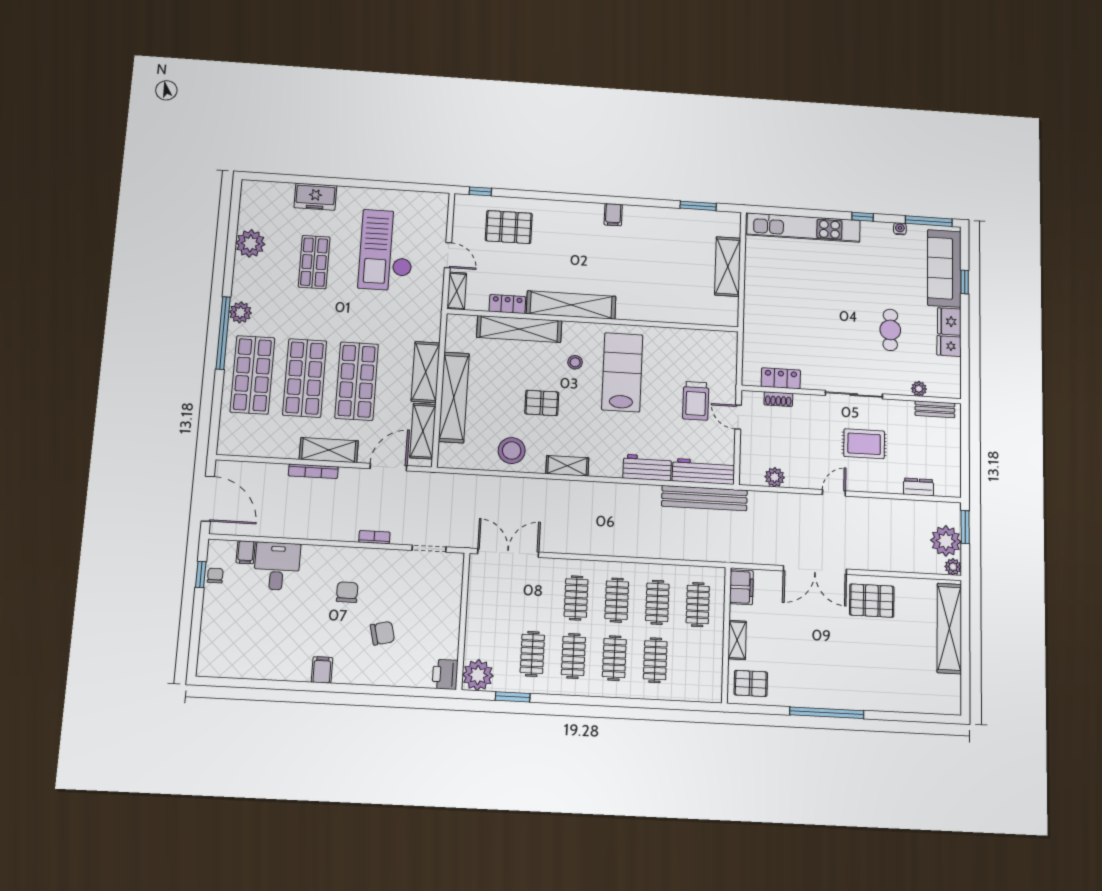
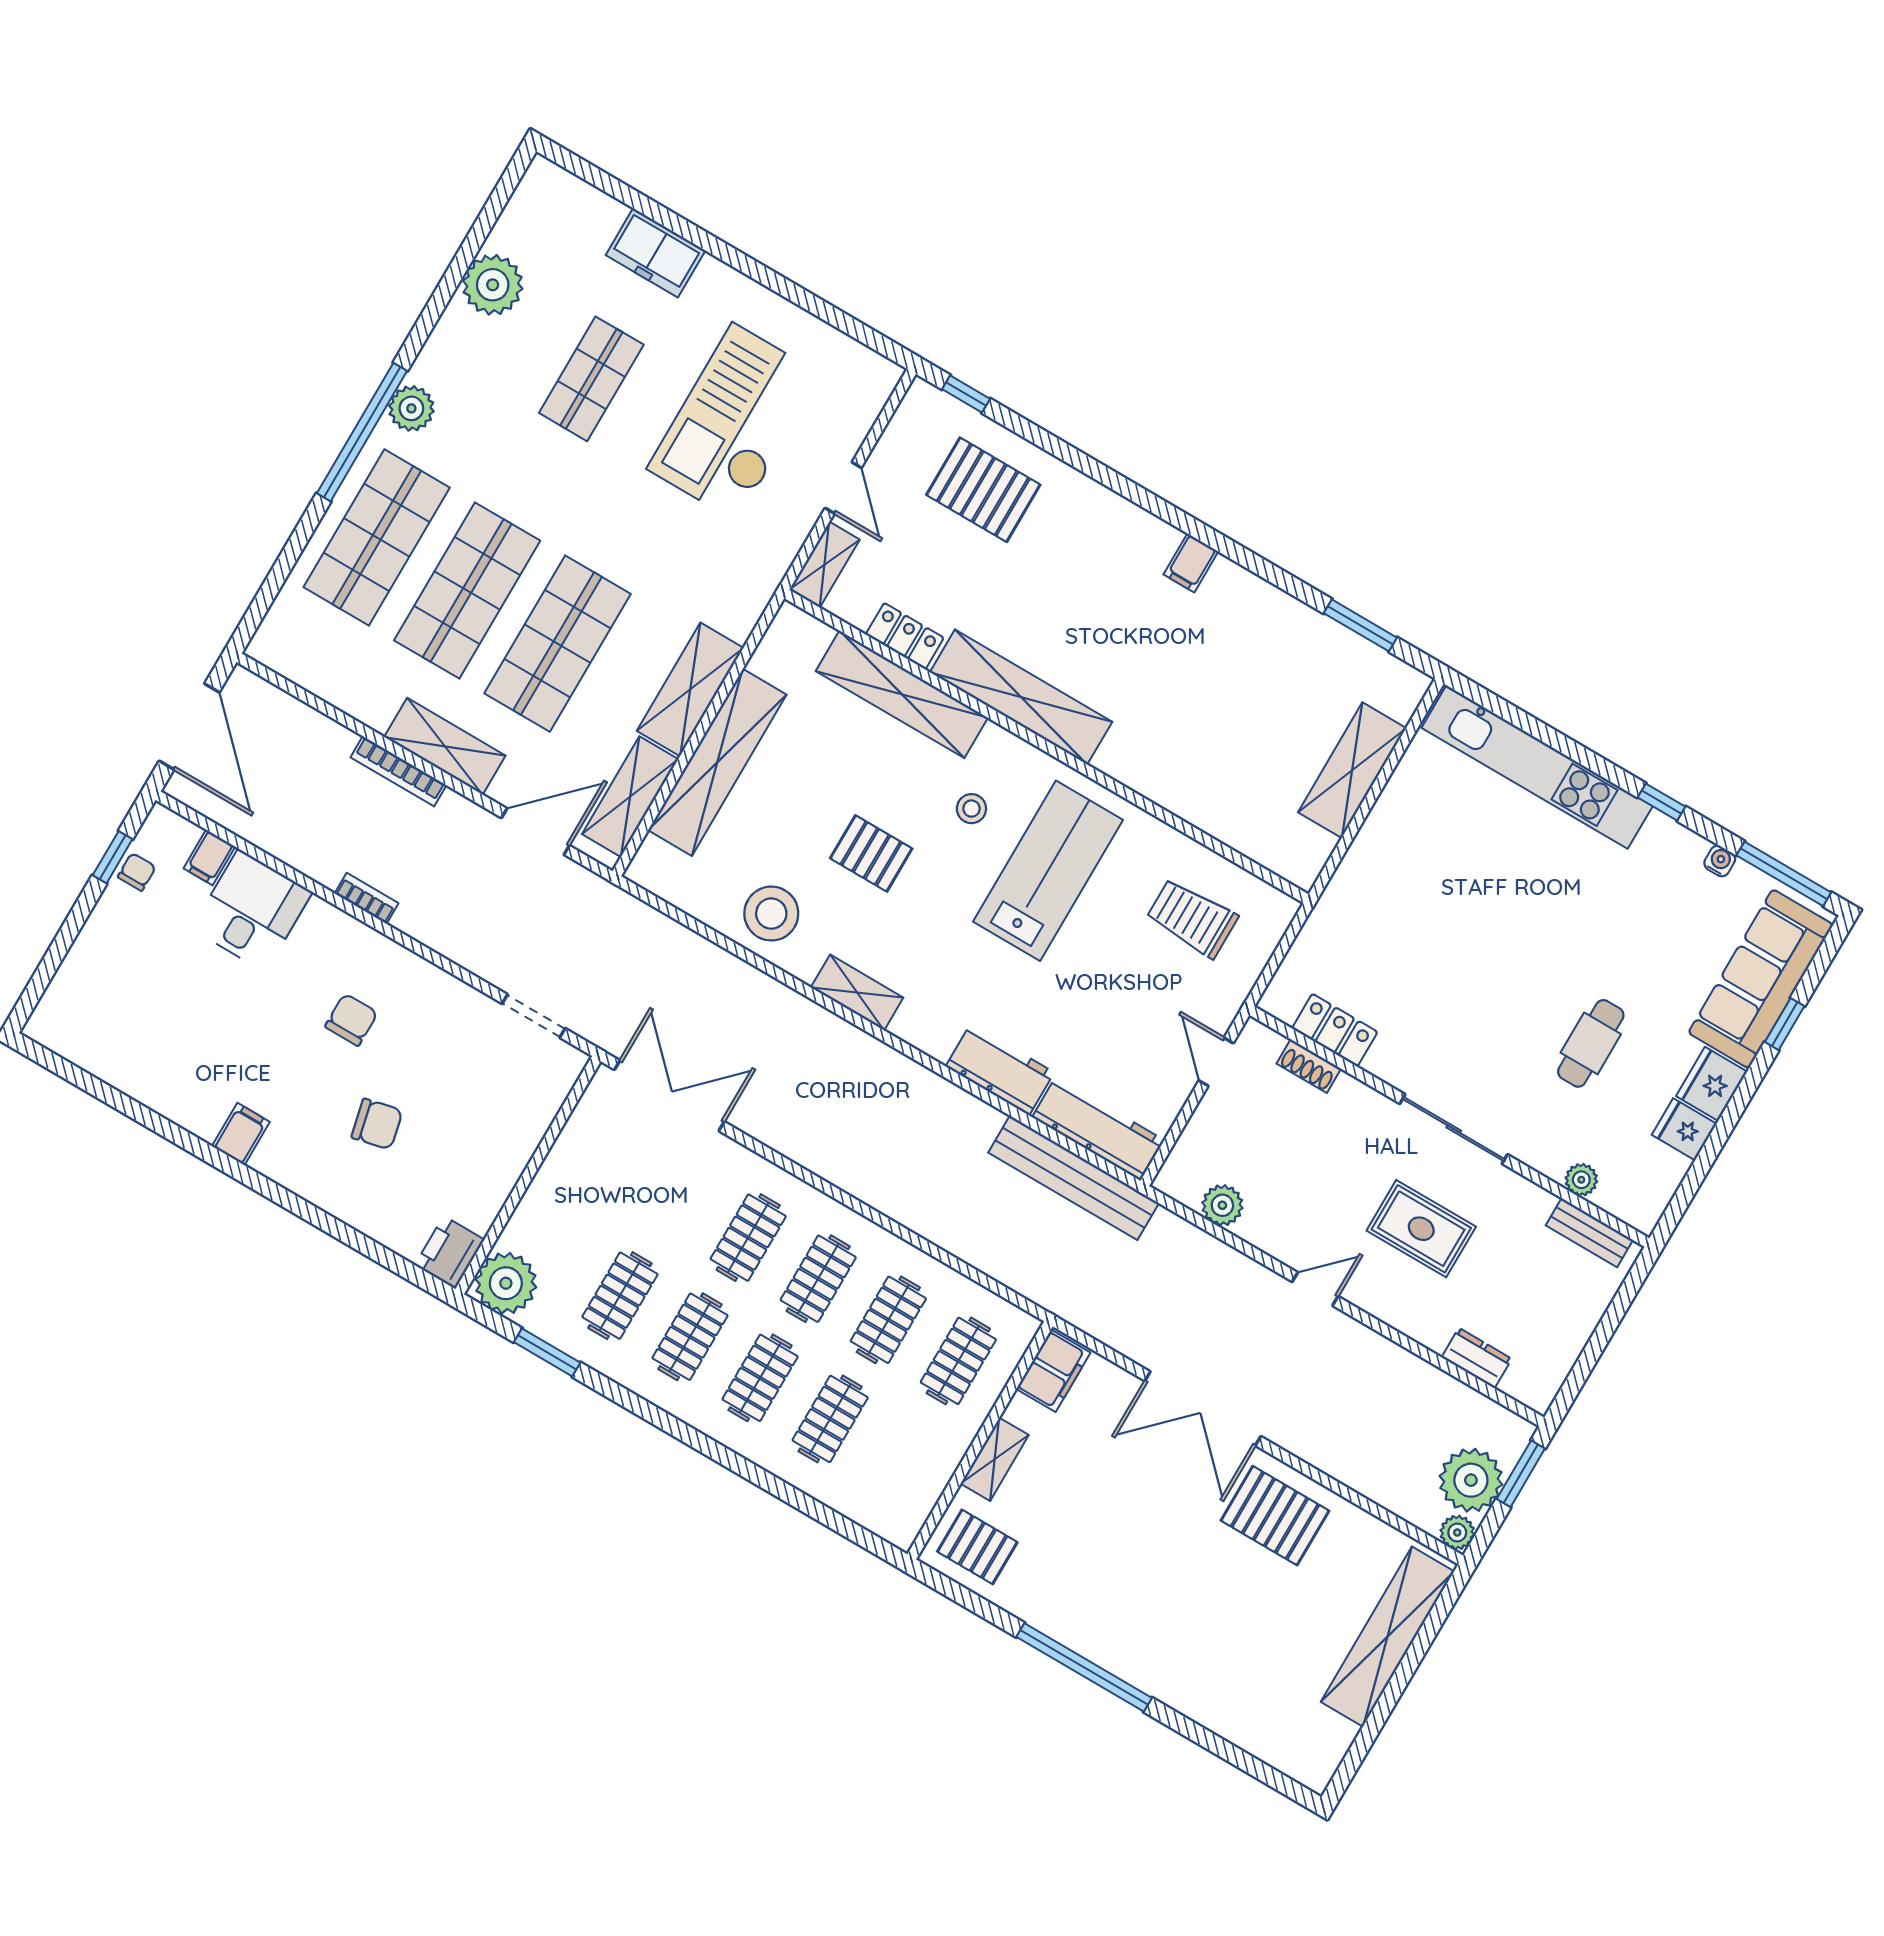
trolley: (696, 401) -> (1192, 918), moved, turned 90
bookcase: (374, 537) -> (366, 898), moved

